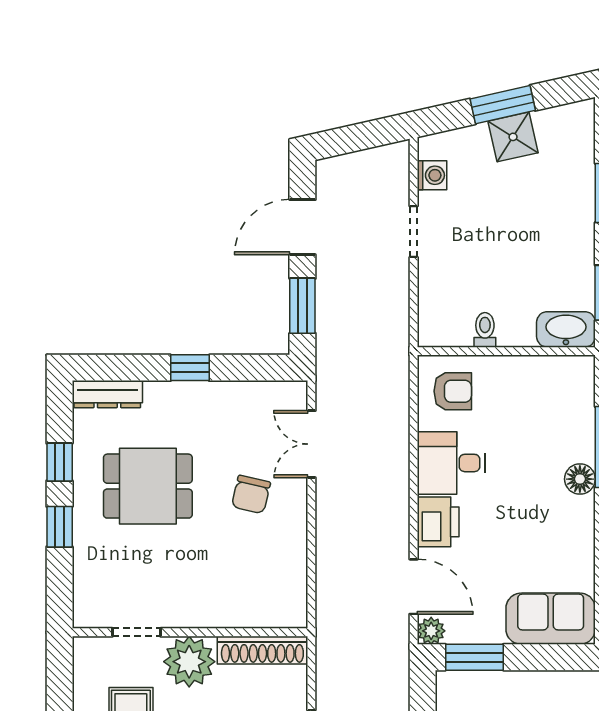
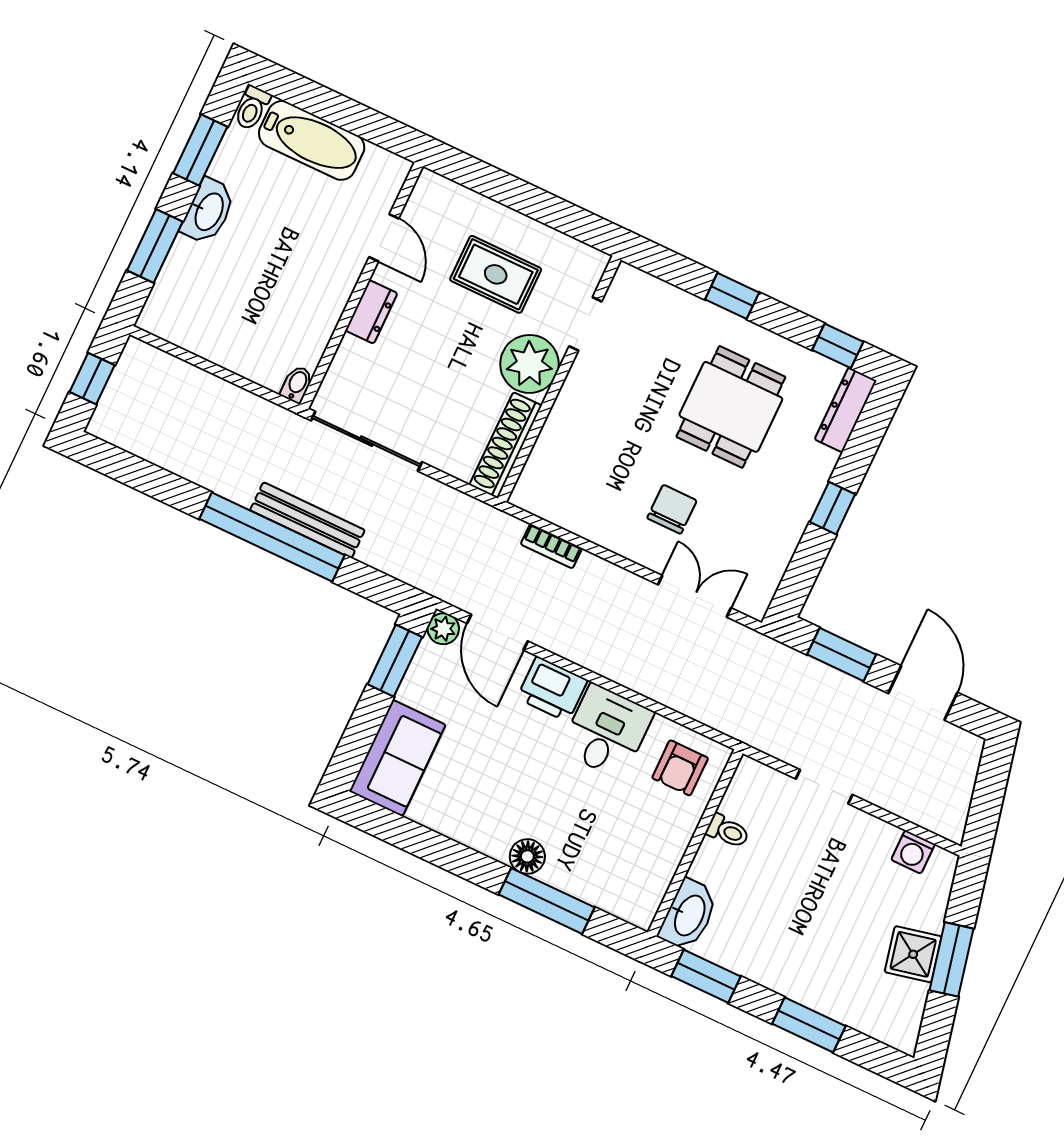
doorway: (414, 232) -> (824, 787), moved
window: (60, 462) -> (838, 346), moved
chair: (251, 494) -> (672, 509), turned 77
bookcase: (325, 576) -> (551, 546), added
door: (414, 587) -> (497, 632), hinge flipped

